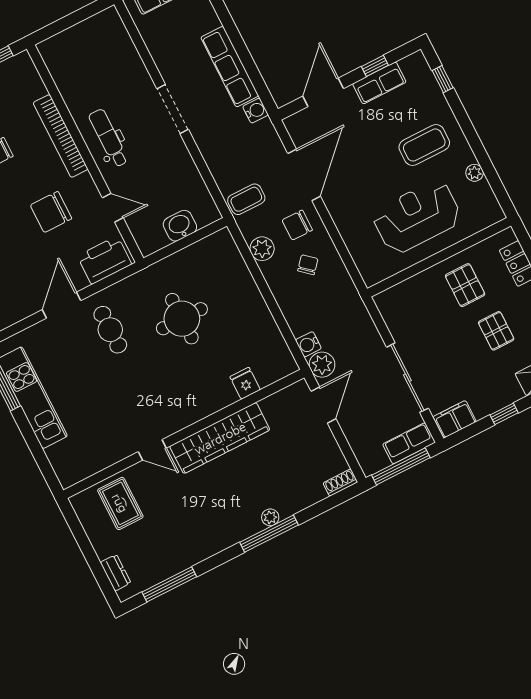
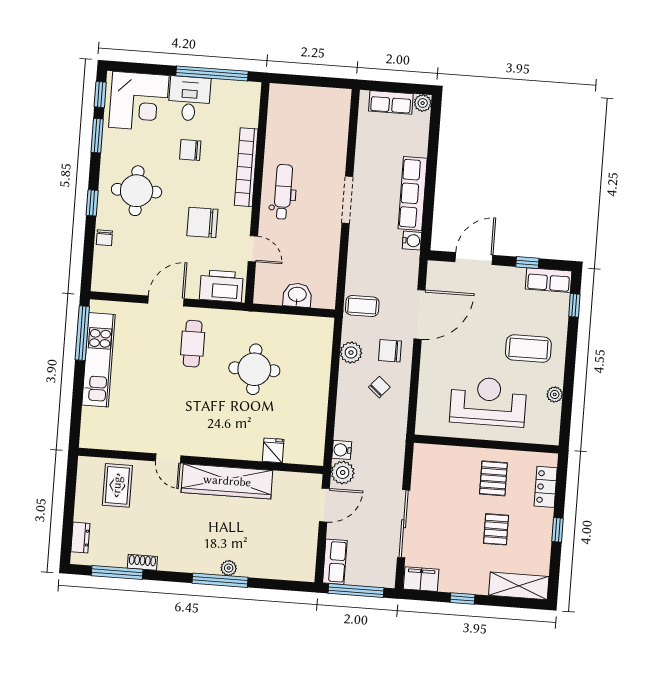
row of seats: (379, 83) -> (549, 280), moved
row of seats: (409, 443) -> (335, 562), moved, turned 90
shoe rack: (340, 483) -> (142, 562), moved

